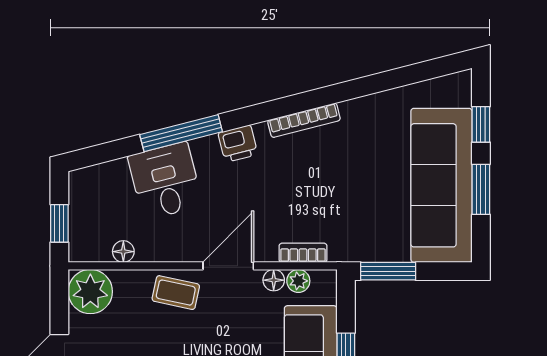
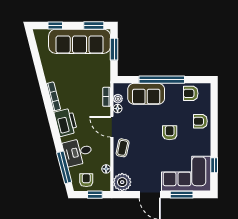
window: (181, 133) -> (64, 167), moved
printer: (238, 144) -> (66, 122), width x1.87, depth x1.48
window: (481, 189) -> (94, 25), moved
armchair: (95, 202) -> (86, 180), added
window: (388, 271) -> (114, 49), moved

